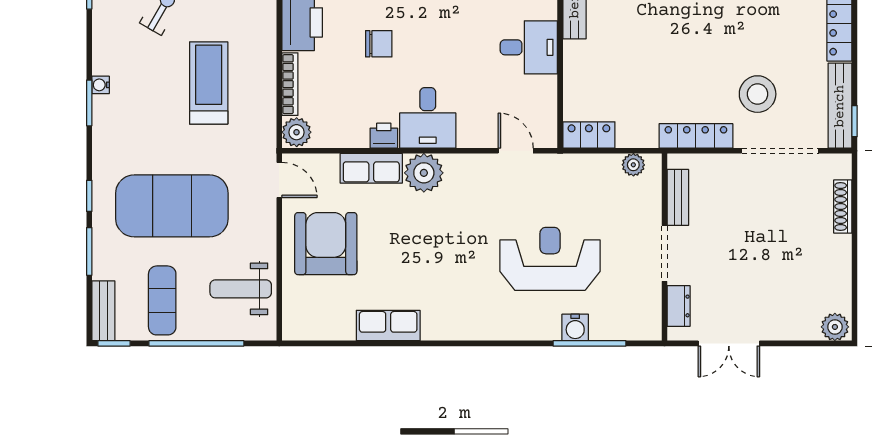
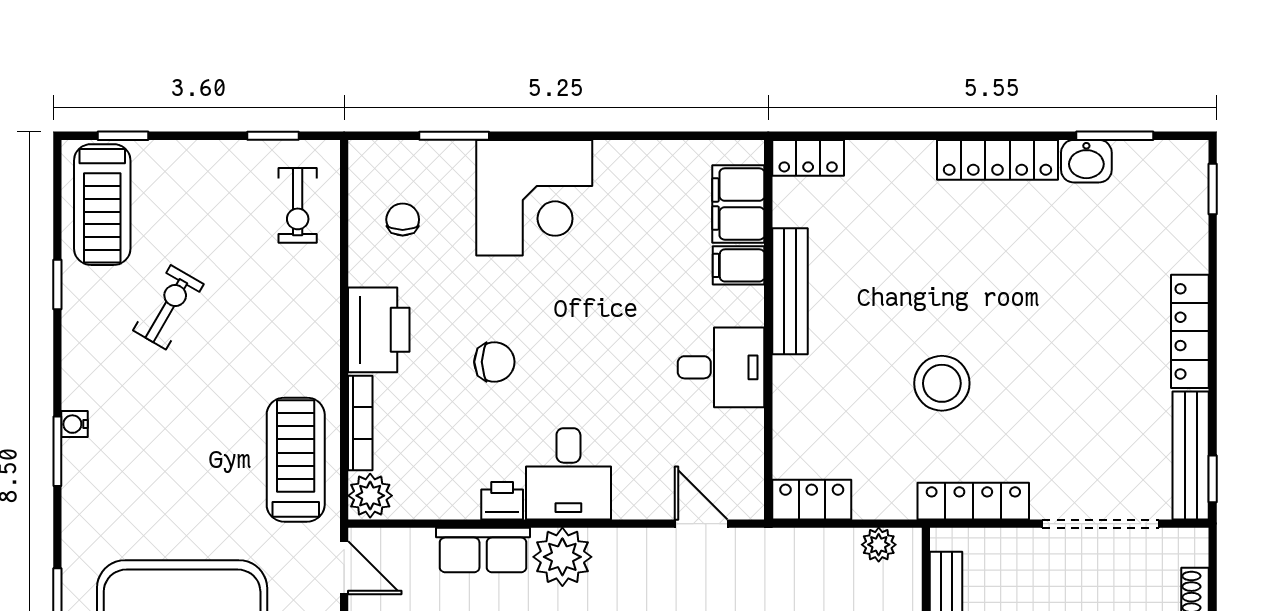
treadmill: (209, 83) -> (296, 460), moved
stool: (758, 94) -> (942, 383), moved

